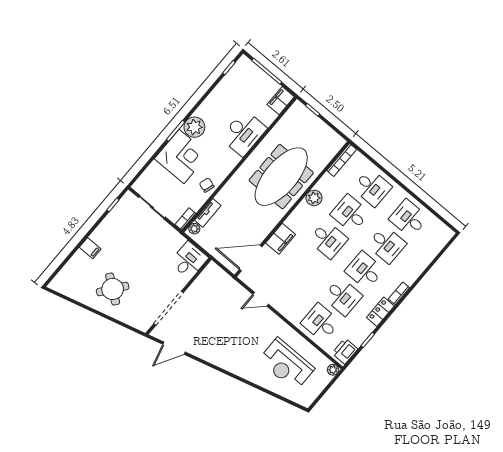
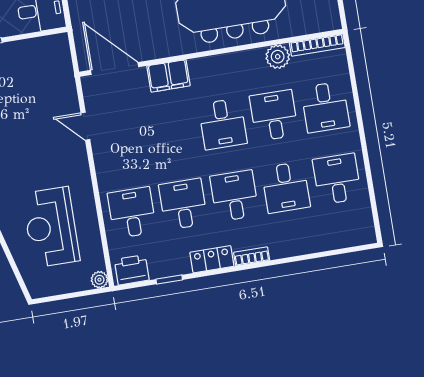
plant: (314, 198) -> (278, 57), moved
desk: (343, 296) -> (183, 204), turned 180

